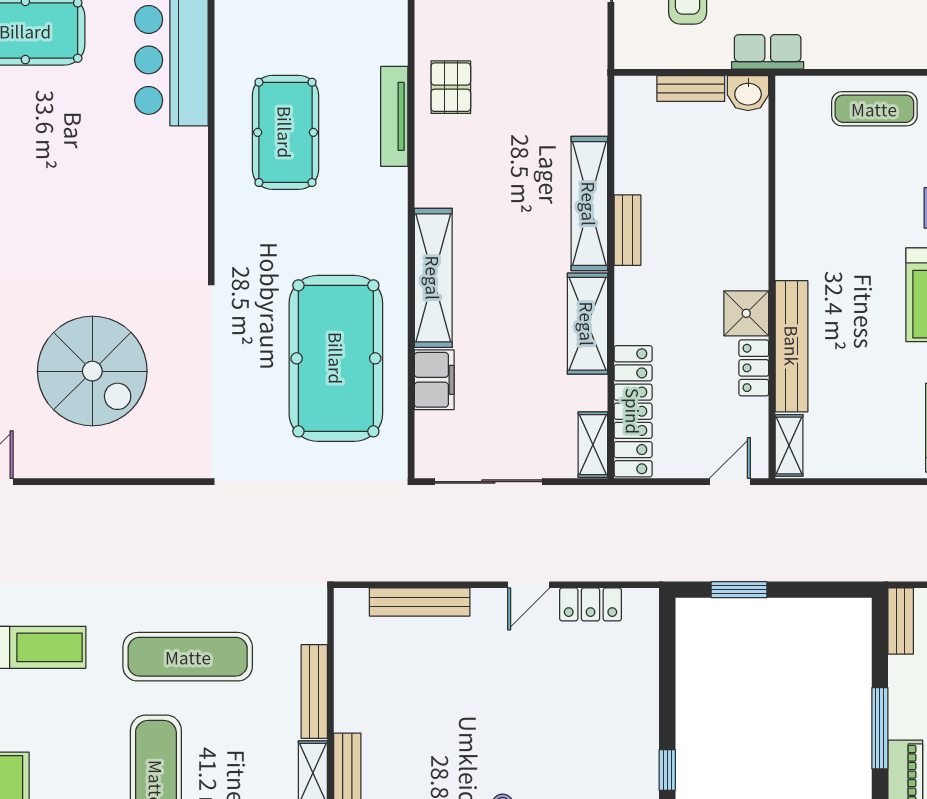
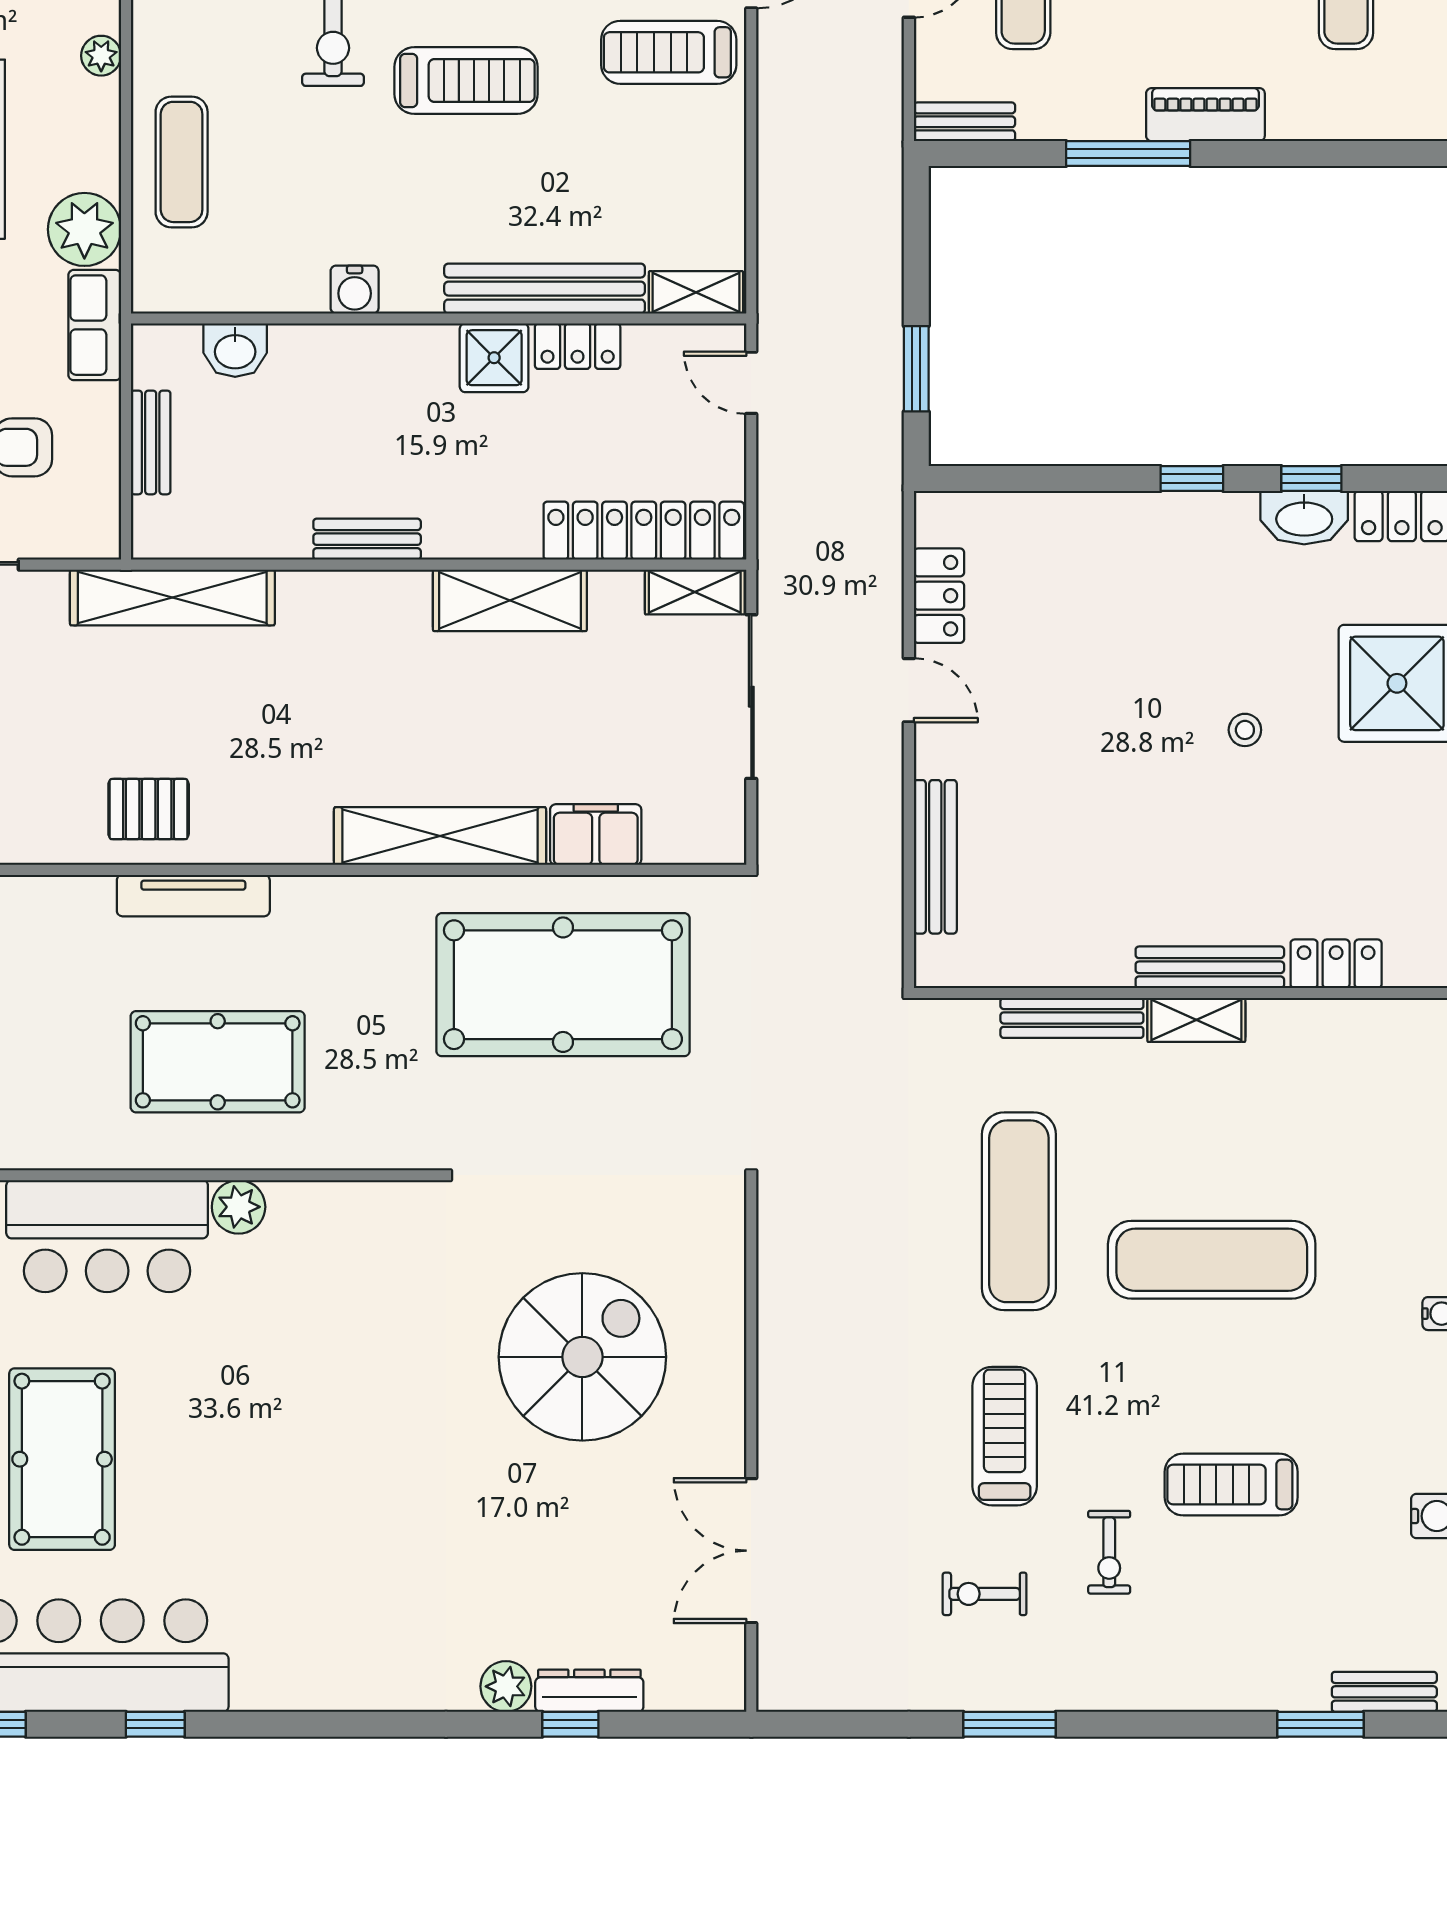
plant: (830, 45) -> (84, 229), added
washbasin: (748, 93) -> (235, 350), moved, turned 90
plant: (191, 146) -> (239, 1207), added
shelving: (589, 204) -> (172, 598), moved
water cooler: (791, 222) -> (355, 290), added
sliding door: (488, 482) -> (751, 697), moved

